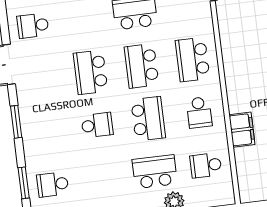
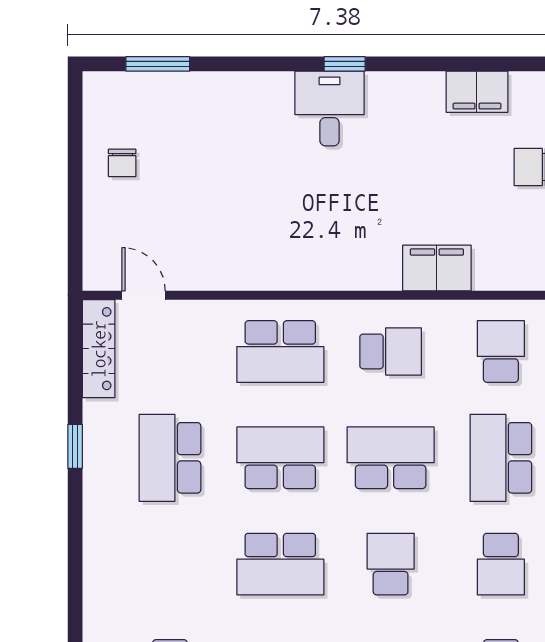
school desk: (142, 66) -> (280, 458), turned 180
school desk: (206, 165) -> (501, 351), turned 180
school desk: (104, 178) -> (501, 564), added

